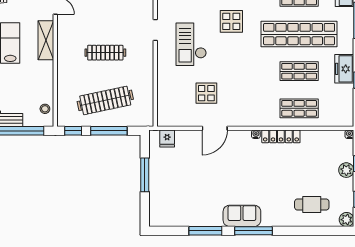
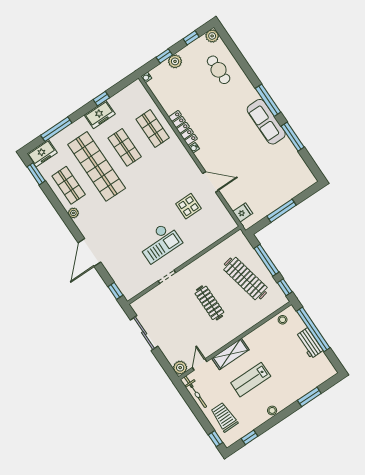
display table: (231, 21) -> (122, 224), removed
sofa: (242, 216) -> (266, 122), width x1.36

